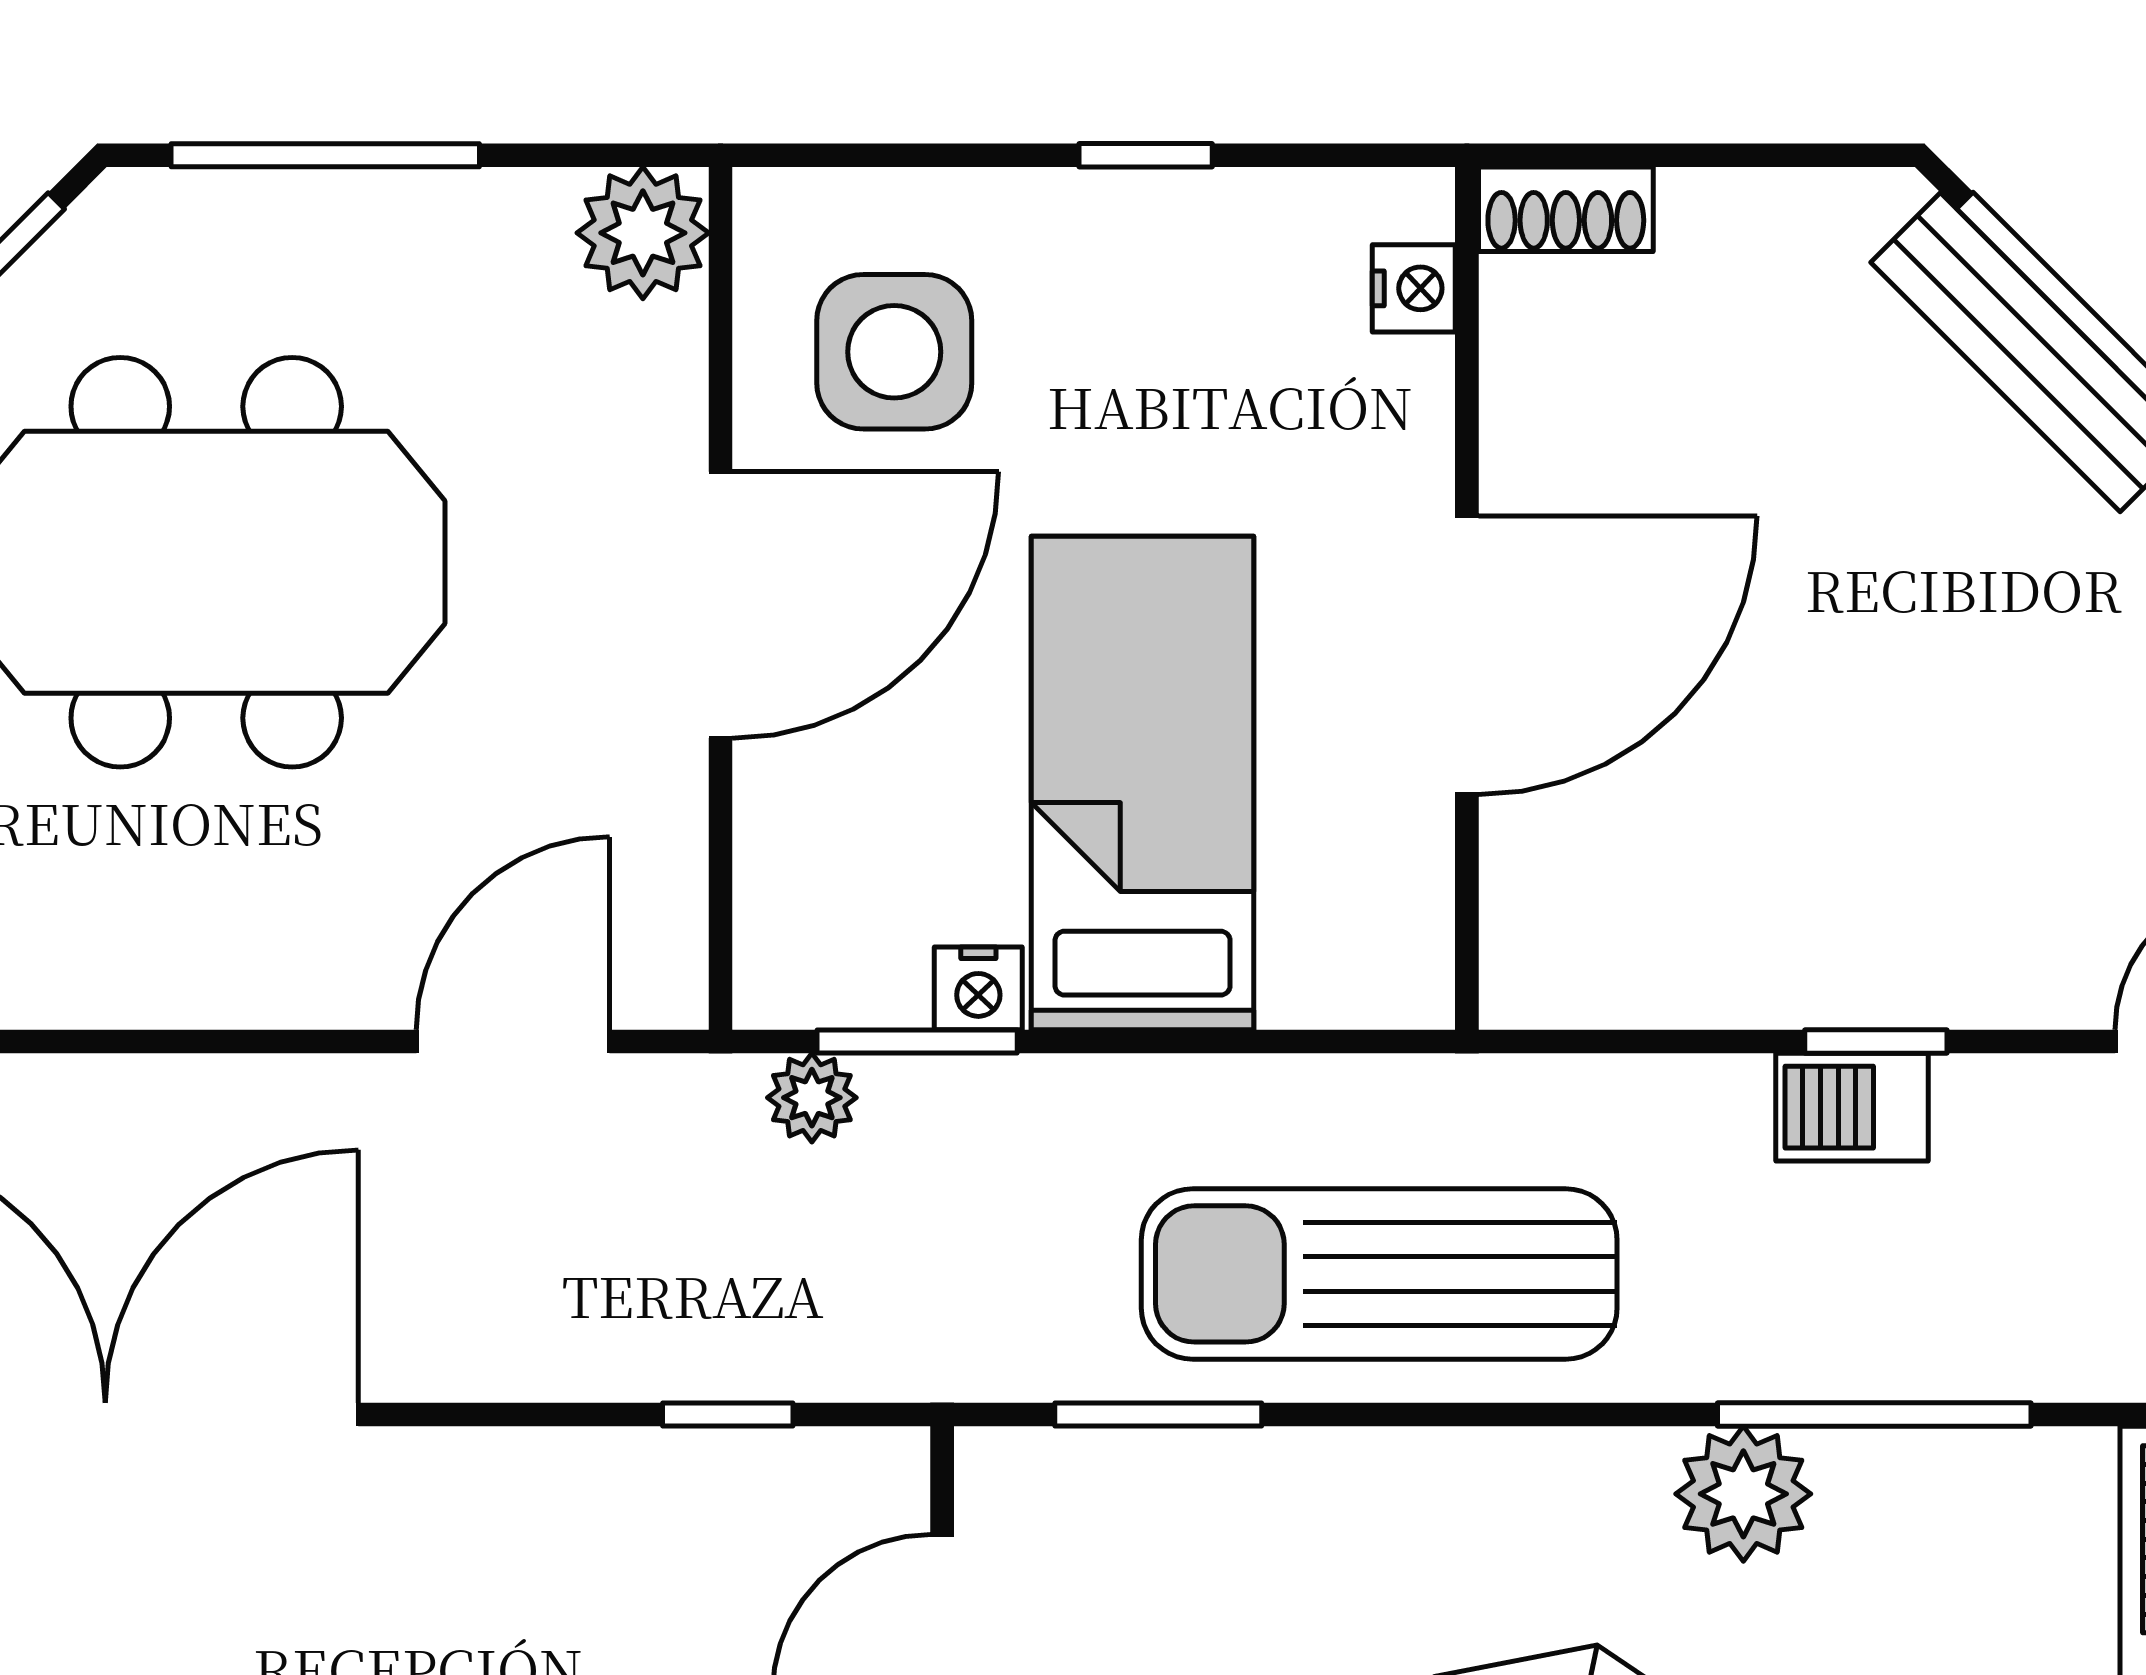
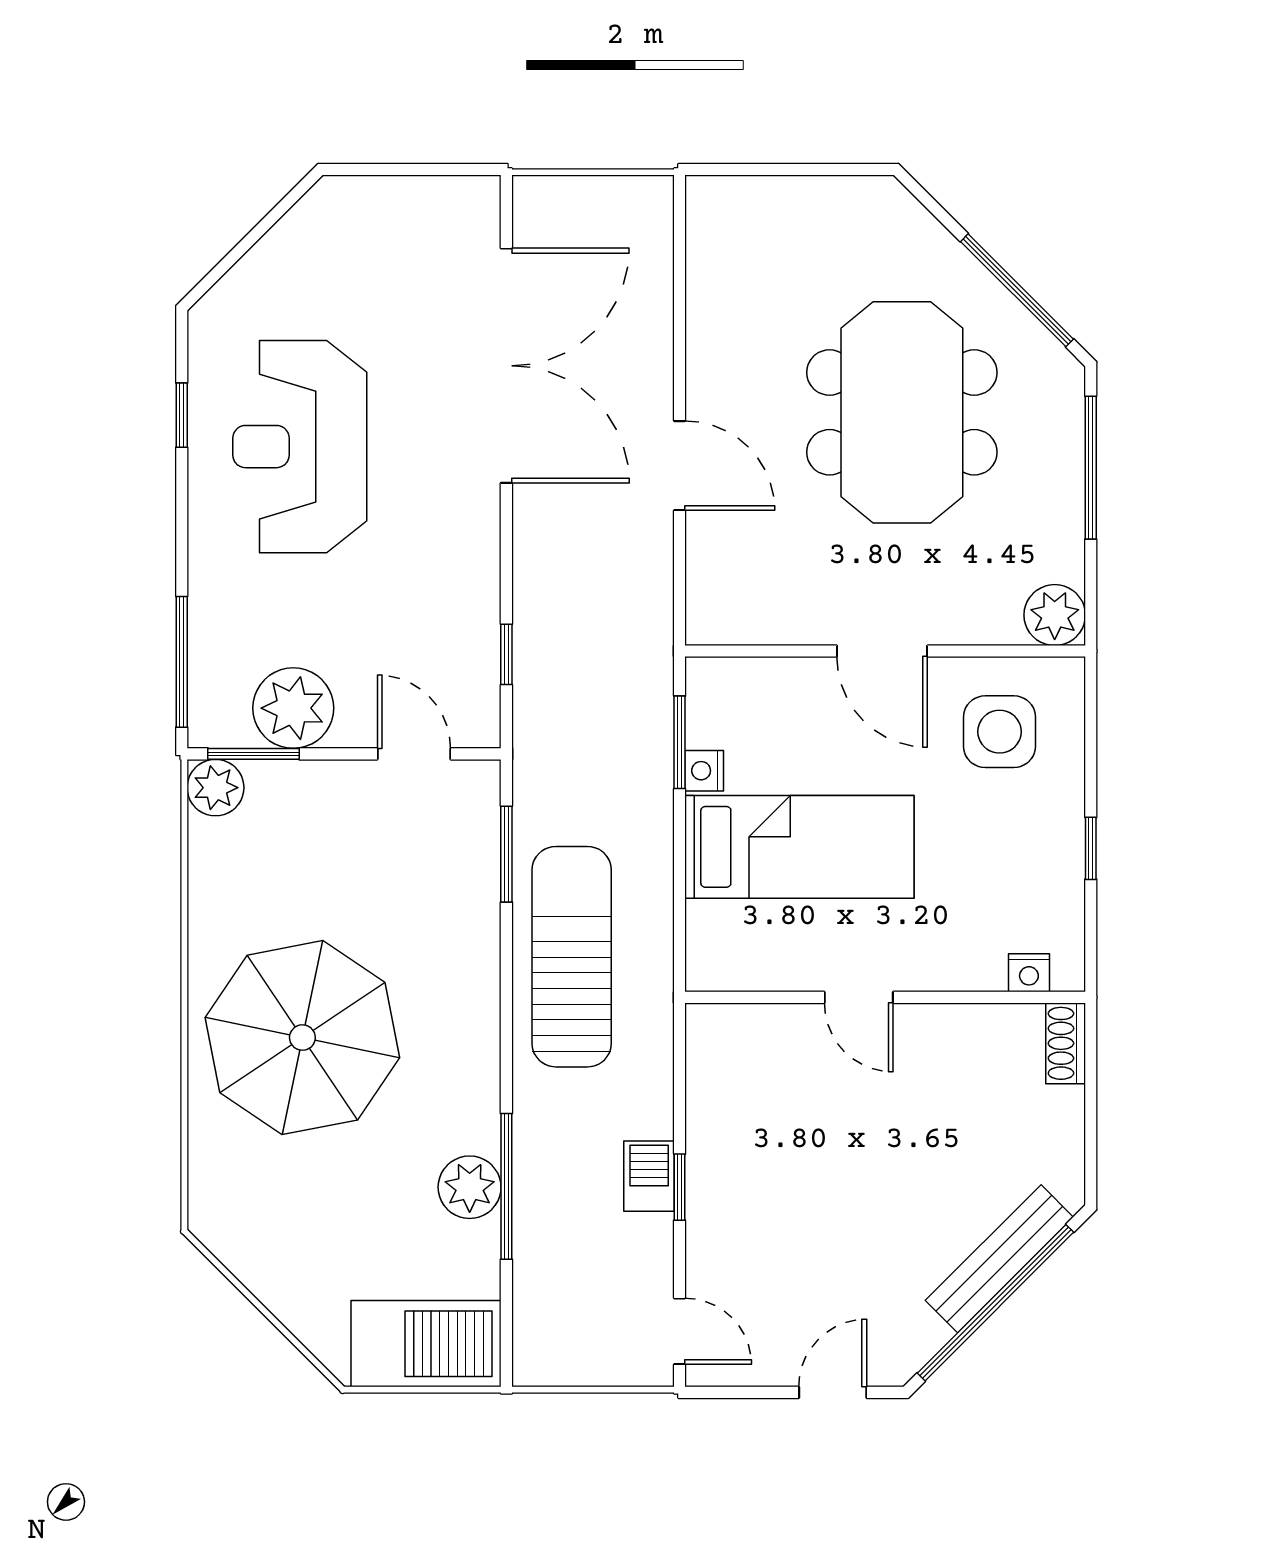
door: (721, 605) -> (882, 651), width x0.73
door: (1467, 655) -> (859, 997), width x0.53
door: (513, 1041) -> (680, 466), moved
plant: (812, 1098) -> (653, 693), removed
plant: (1743, 1494) -> (470, 1187), moved

